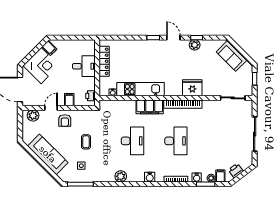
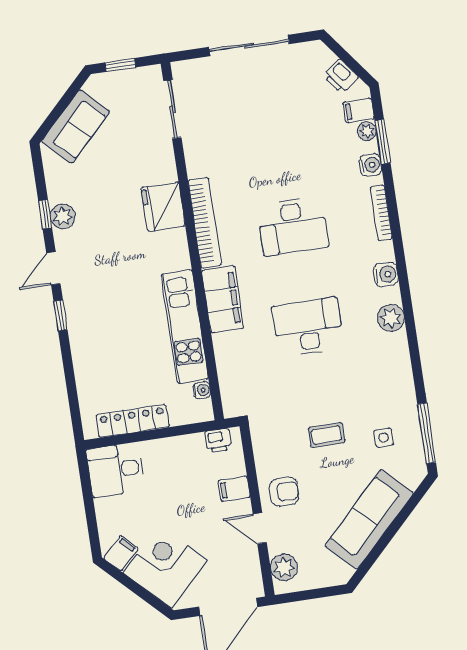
desk: (84, 66) -> (116, 470), moved, turned -90
desk: (176, 141) -> (293, 226), turned 180
plant: (121, 176) -> (391, 318), moved

